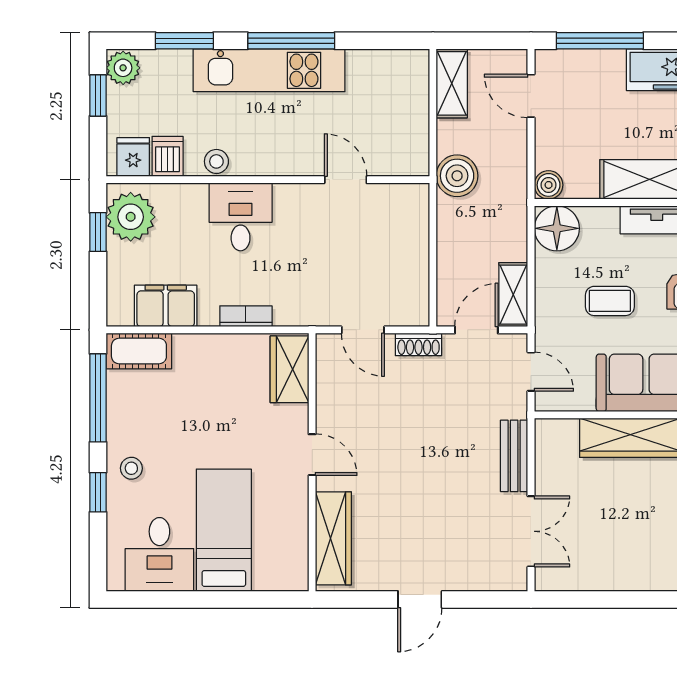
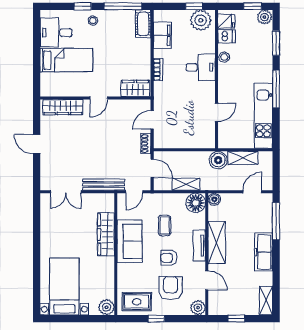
kitchen unit: (269, 70) -> (263, 116), moved
shelving: (452, 83) -> (243, 158), moved
shelving: (513, 295) -> (186, 184), moved
bench: (514, 456) -> (104, 185), width x1.36

